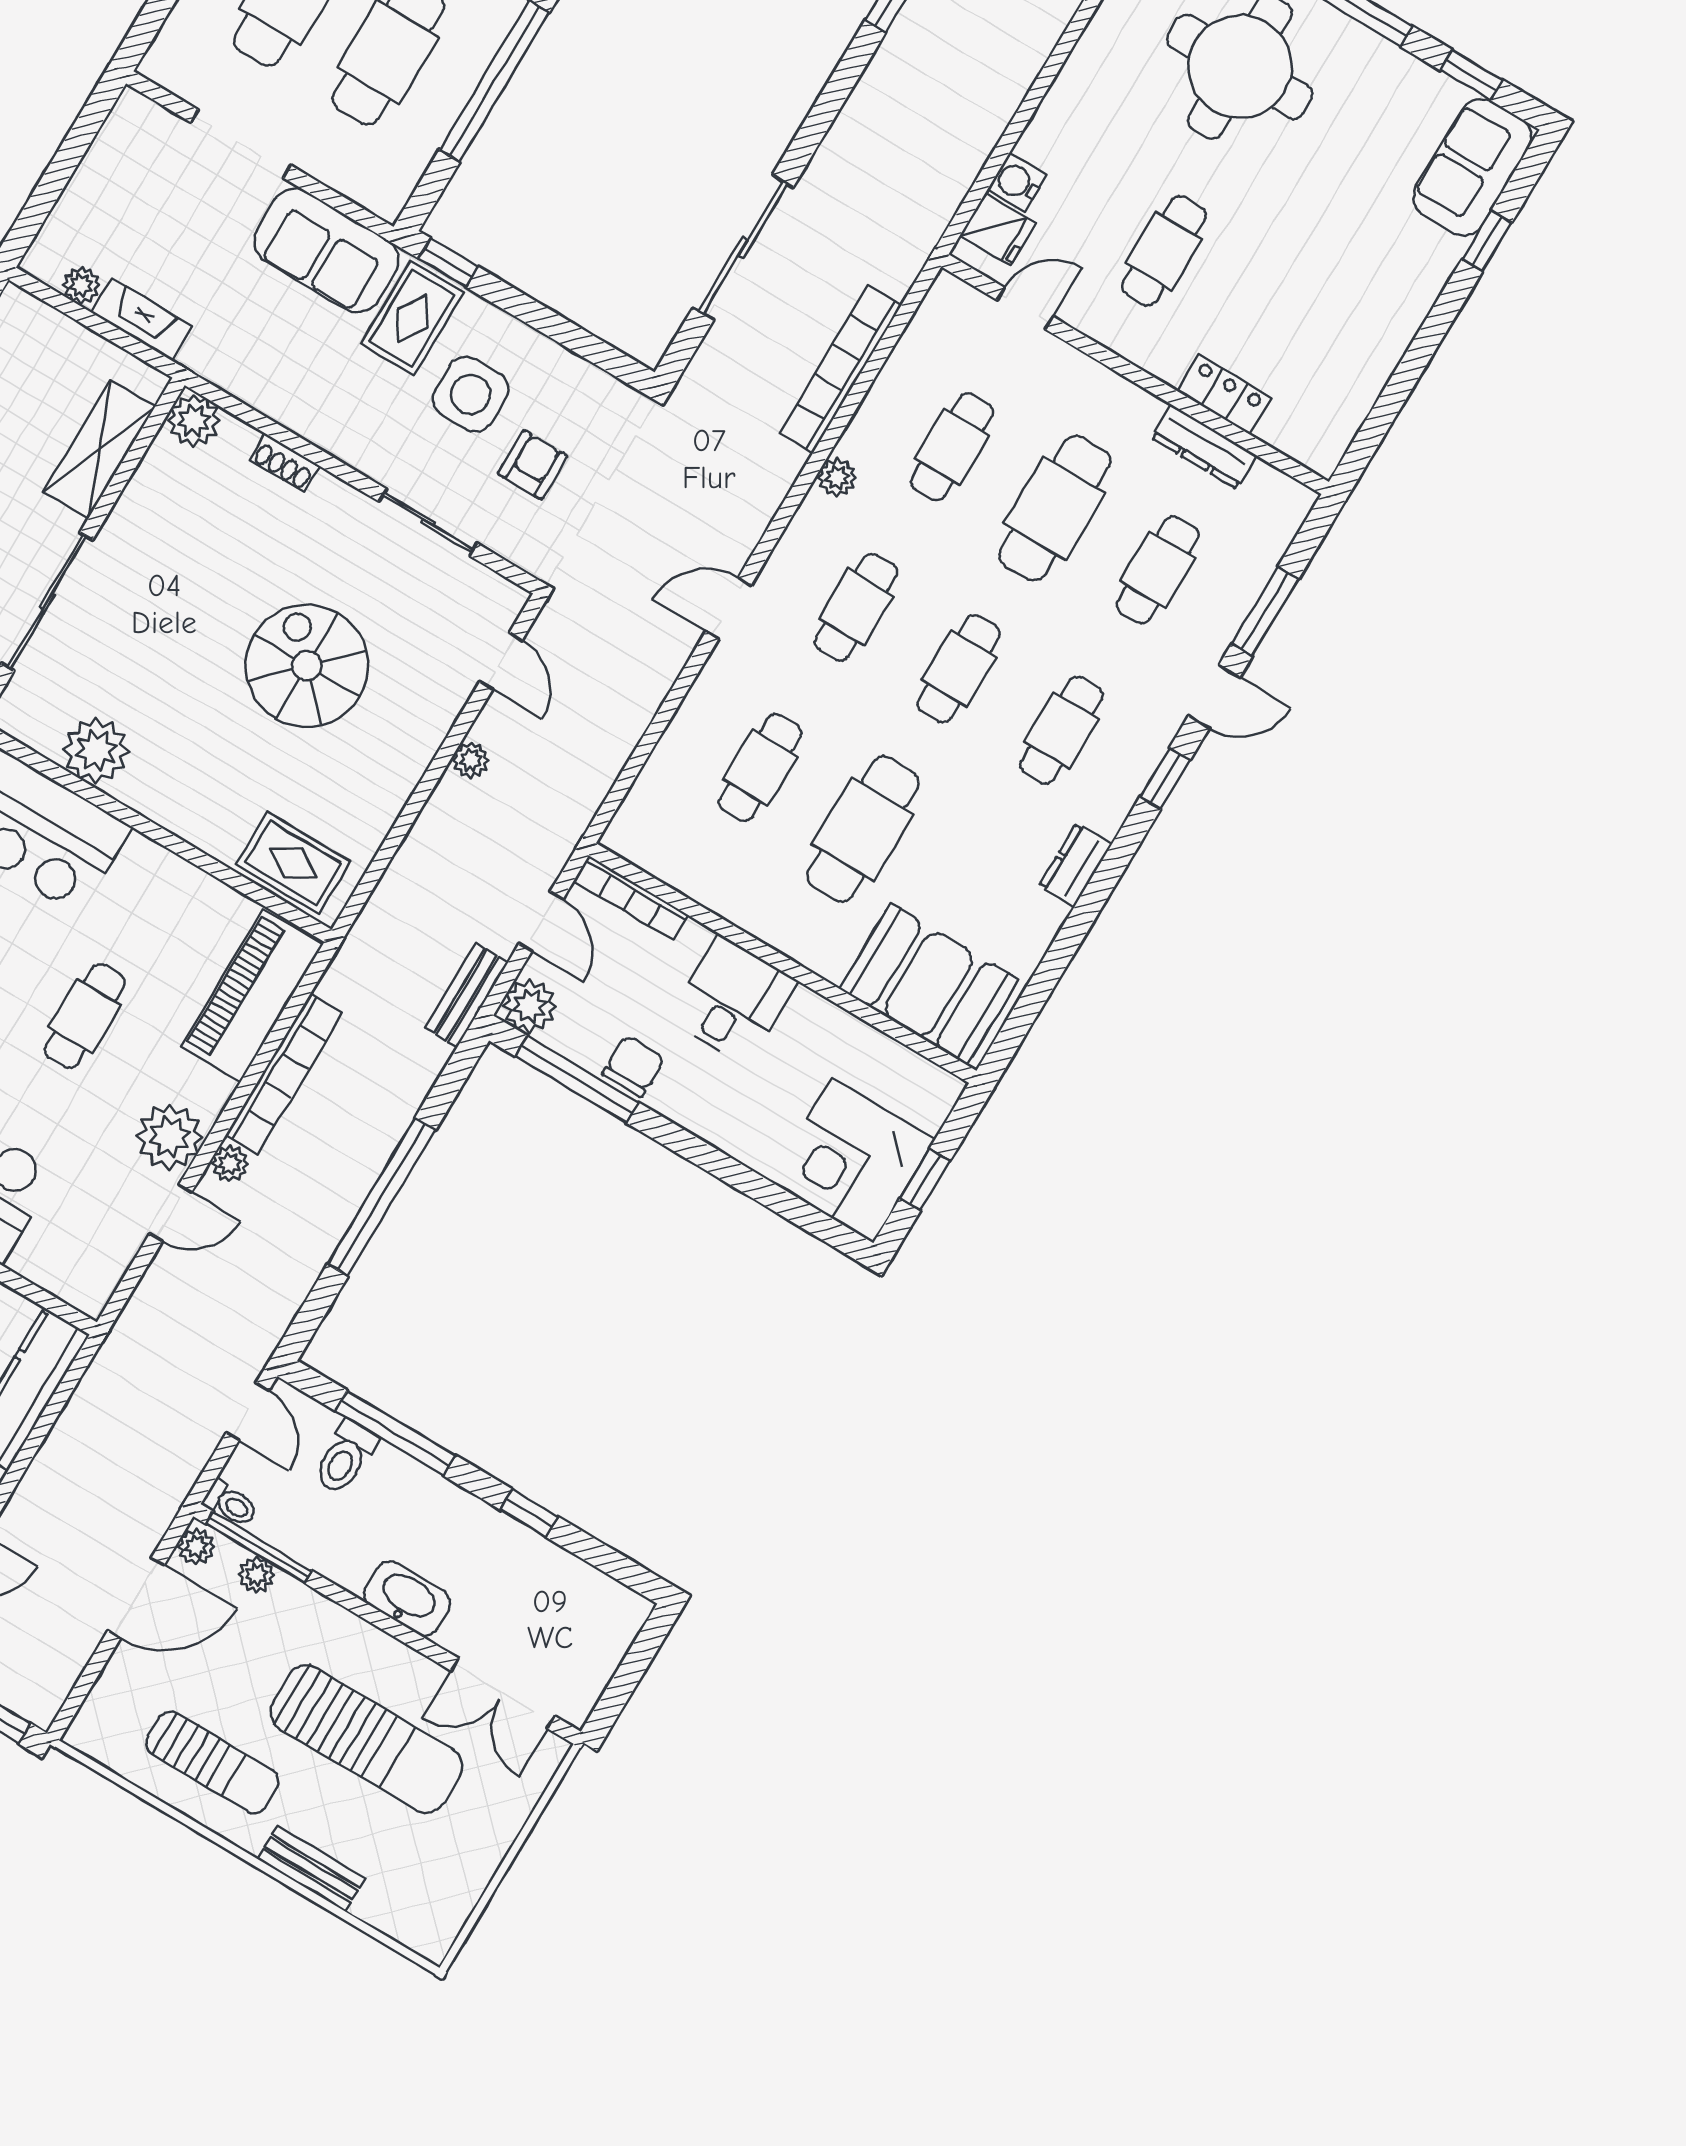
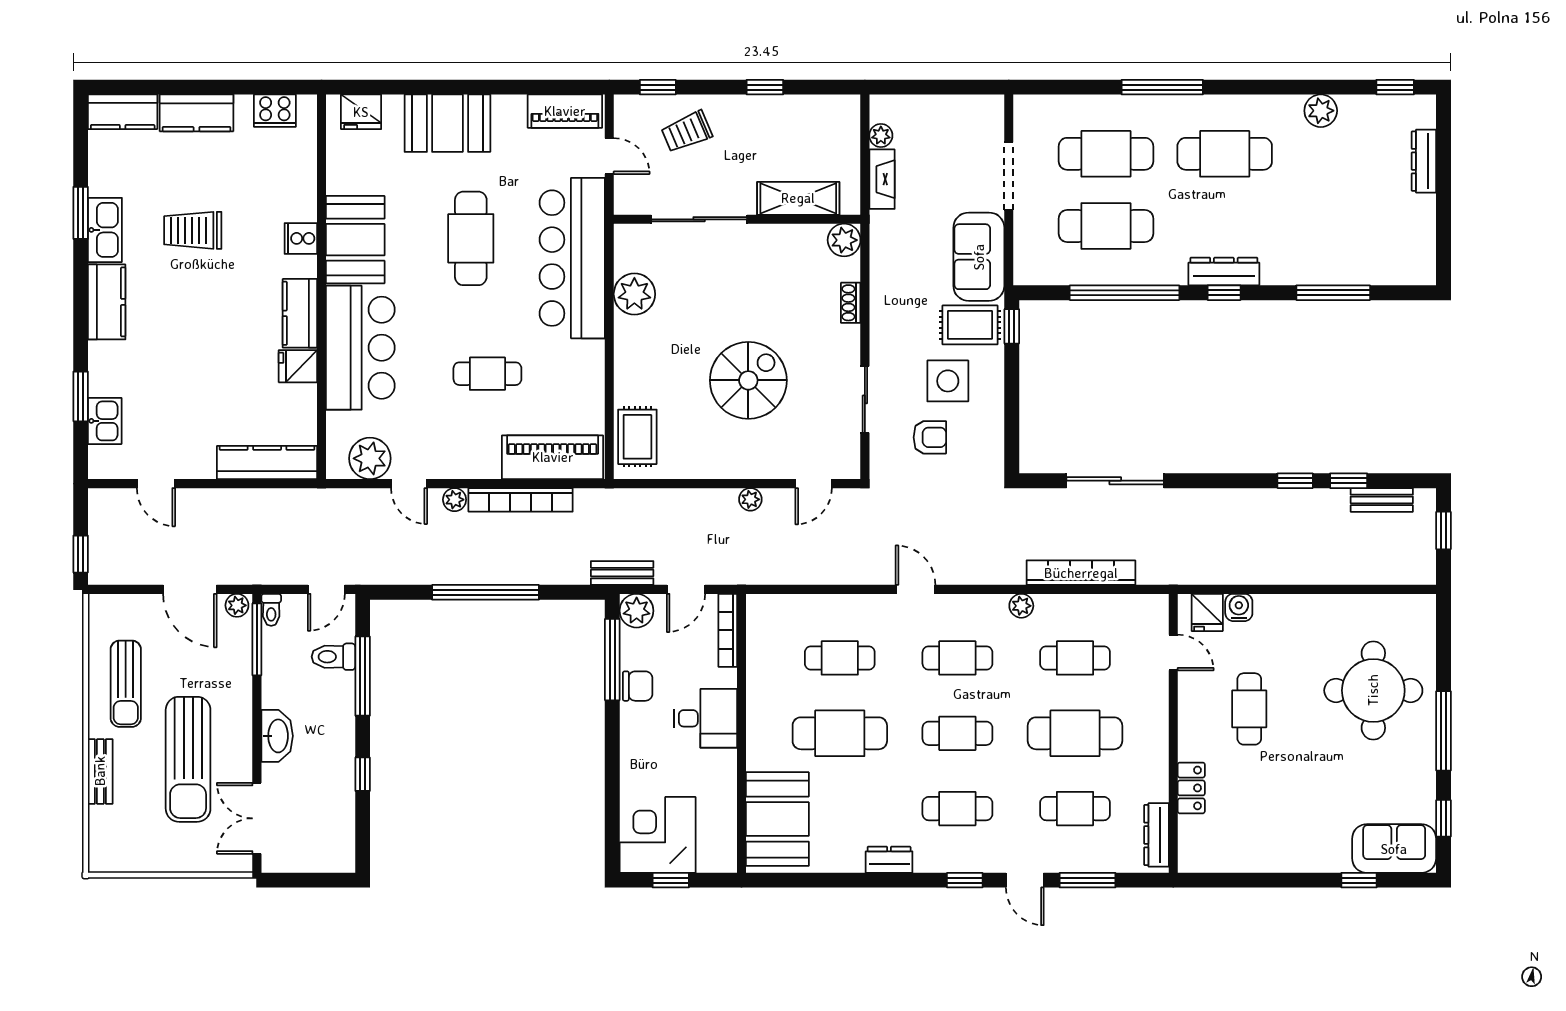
cafe table: (1164, 251) -> (1249, 709), turned 90
dresser: (1204, 447) -> (1156, 835), moved
plant: (170, 1137) -> (370, 458), moved
plant: (256, 1575) -> (241, 647), removed

